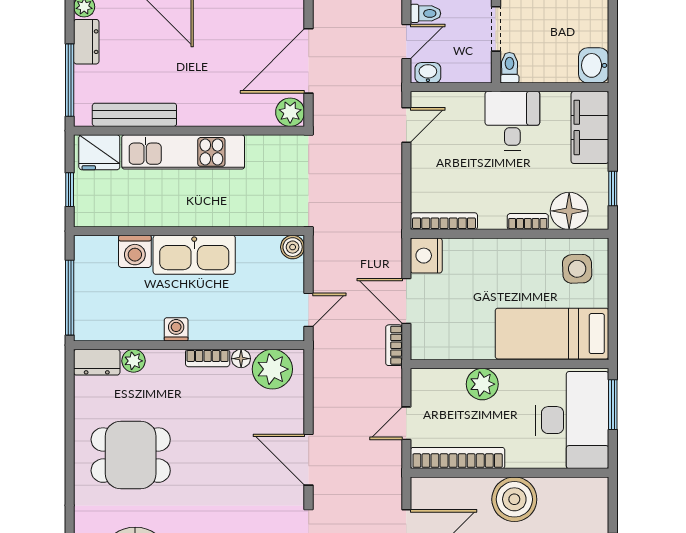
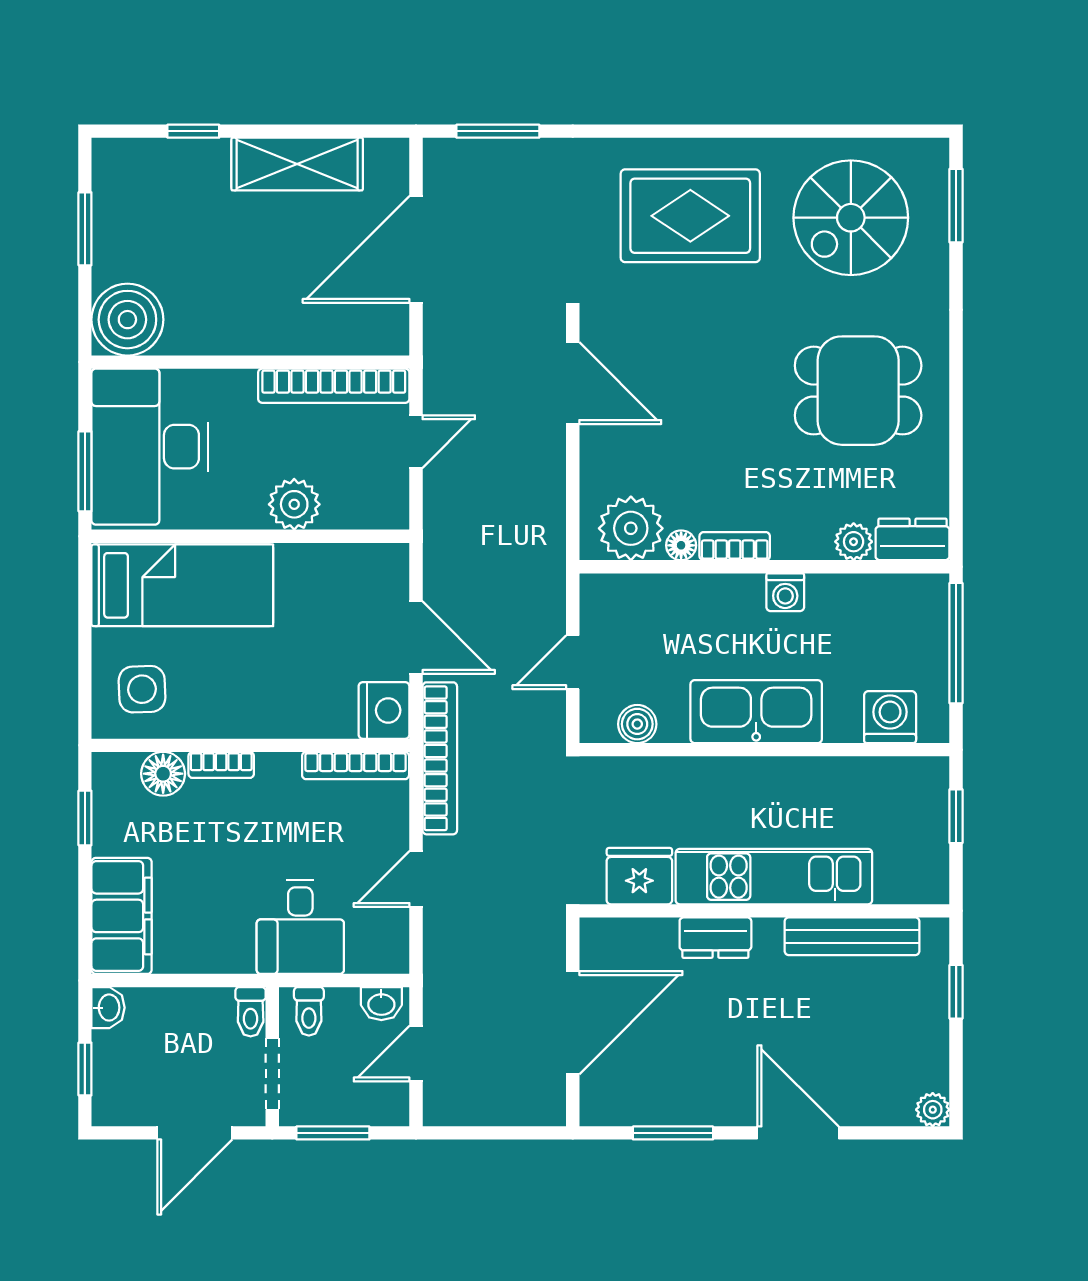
toilet: (426, 13) -> (309, 1011), moved, turned -90
window: (613, 32) -> (85, 1069), added
dresser: (86, 42) -> (715, 938), moved, turned -90
washbasin: (594, 65) -> (108, 1008), width x0.72, depth x0.69
window: (70, 80) -> (956, 992), width x0.46
plant: (290, 112) -> (602, 940), removed
desk: (512, 121) -> (300, 927), moved
door: (406, 125) -> (416, 879), moved
fridge: (99, 152) -> (639, 876), moved
floor lamp: (569, 211) -> (163, 774), width x0.73, depth x0.73
boiler: (293, 247) -> (637, 724), moved
washing machine: (135, 251) -> (890, 717), moved
door: (309, 310) -> (573, 662), moved
bookcase: (394, 345) -> (440, 758), moved, width x2.31, depth x1.31
boiler: (514, 499) -> (127, 320), moved

